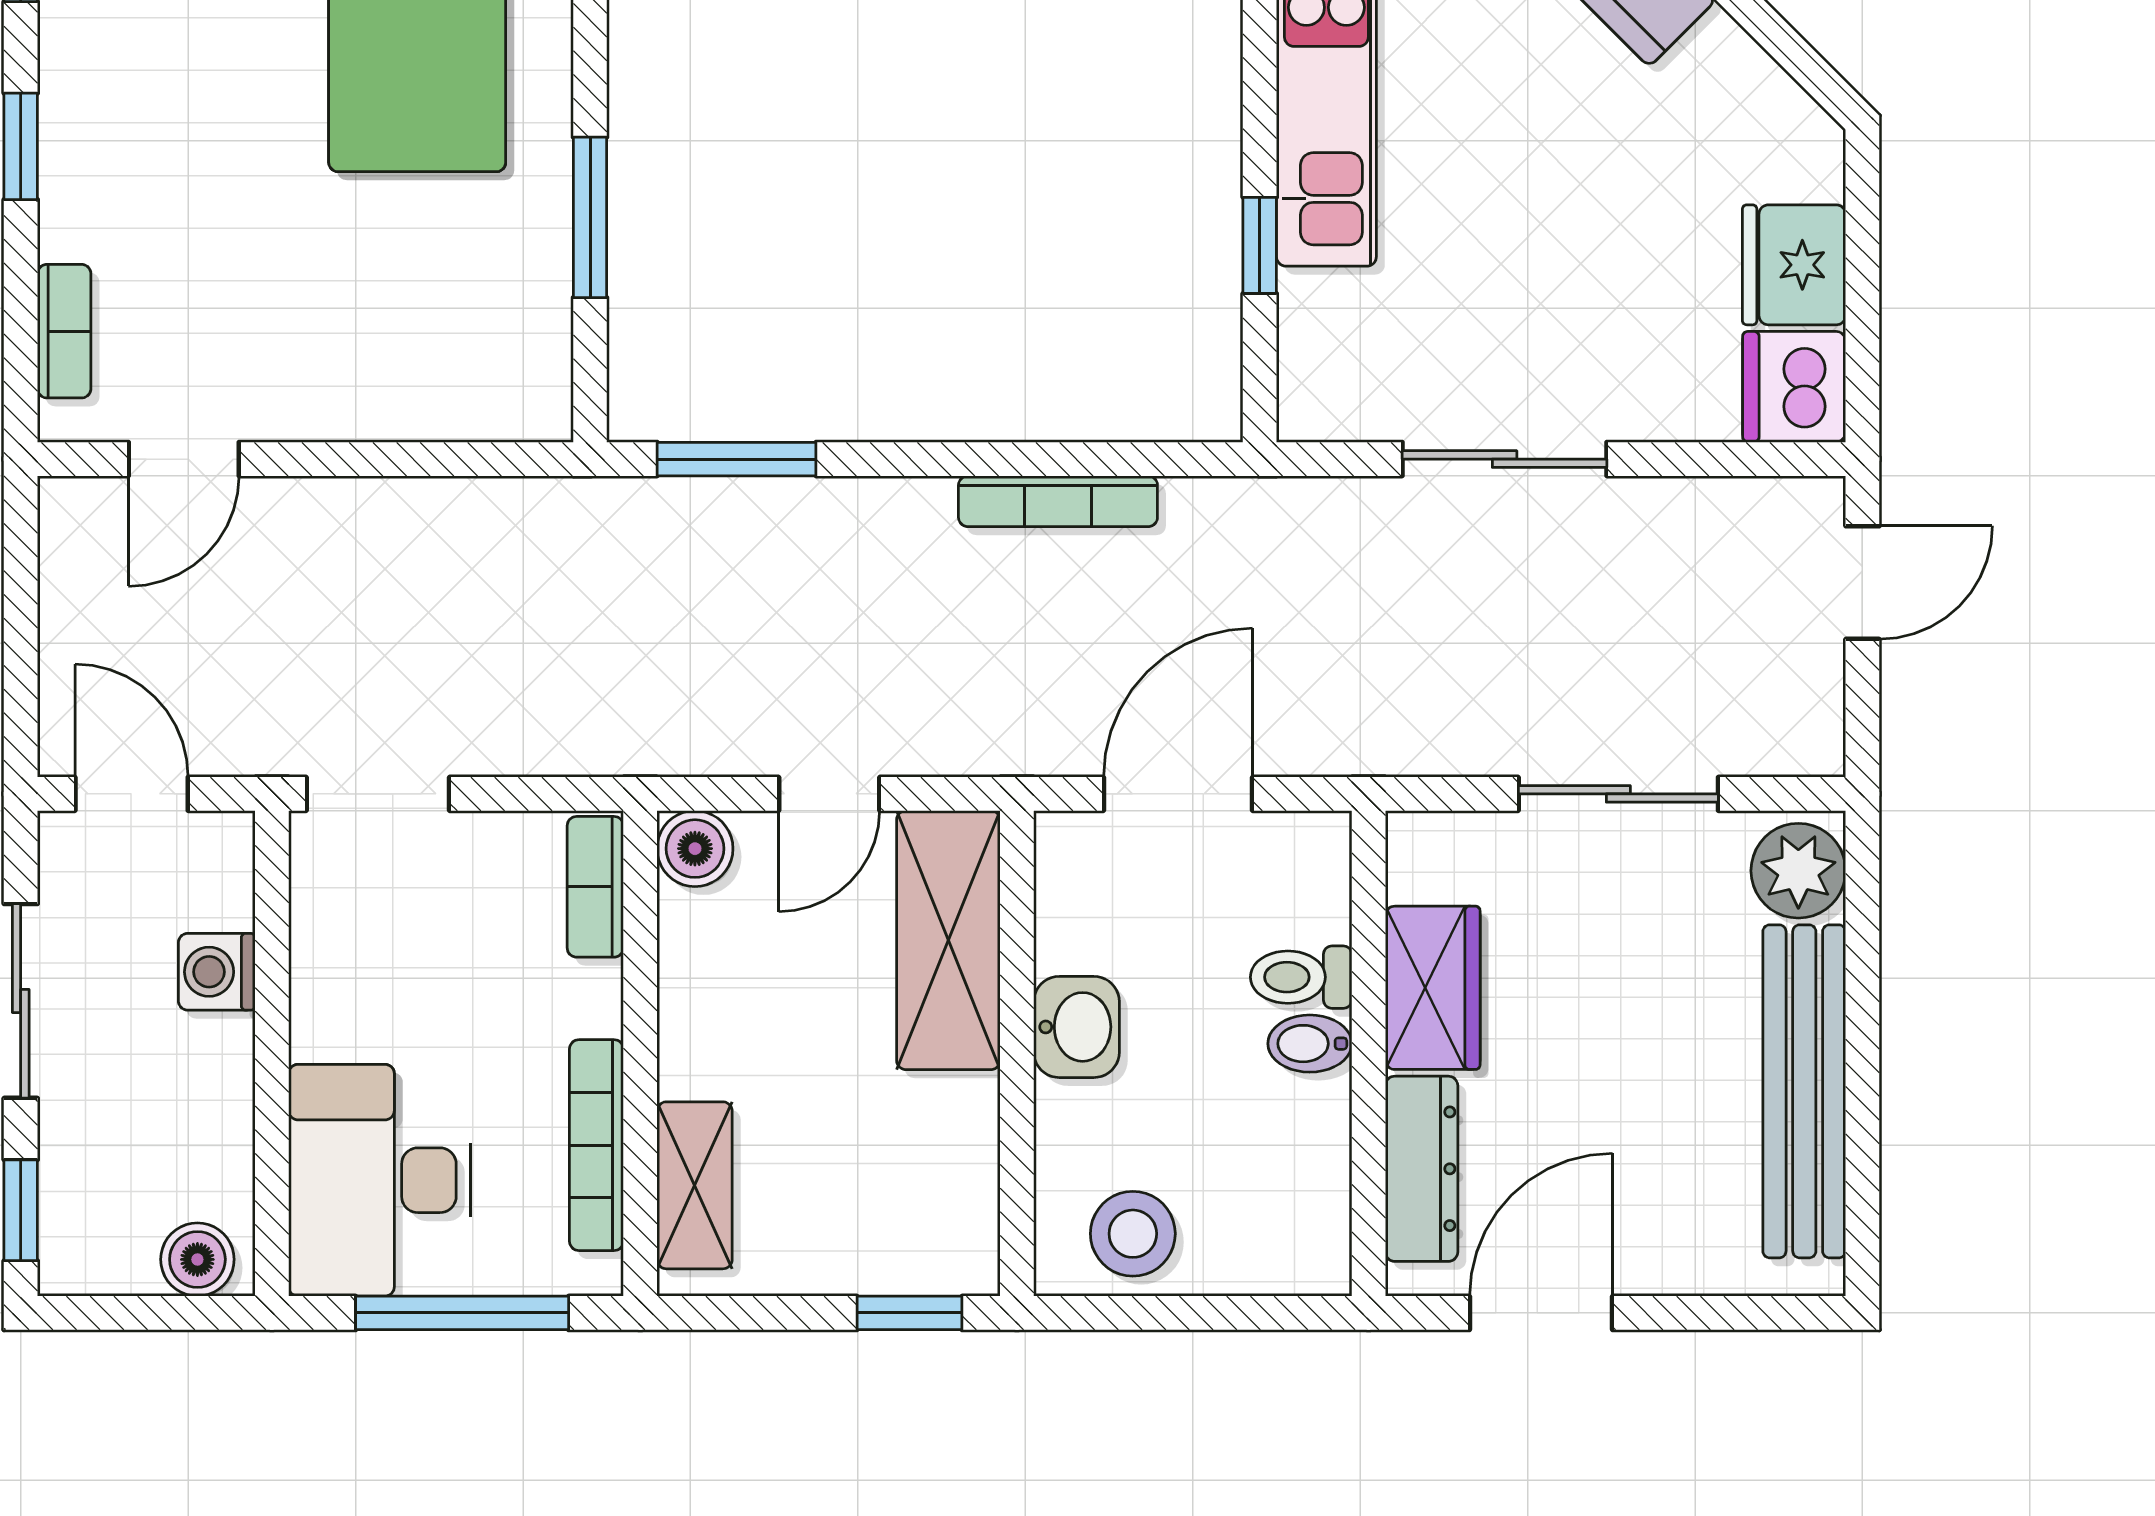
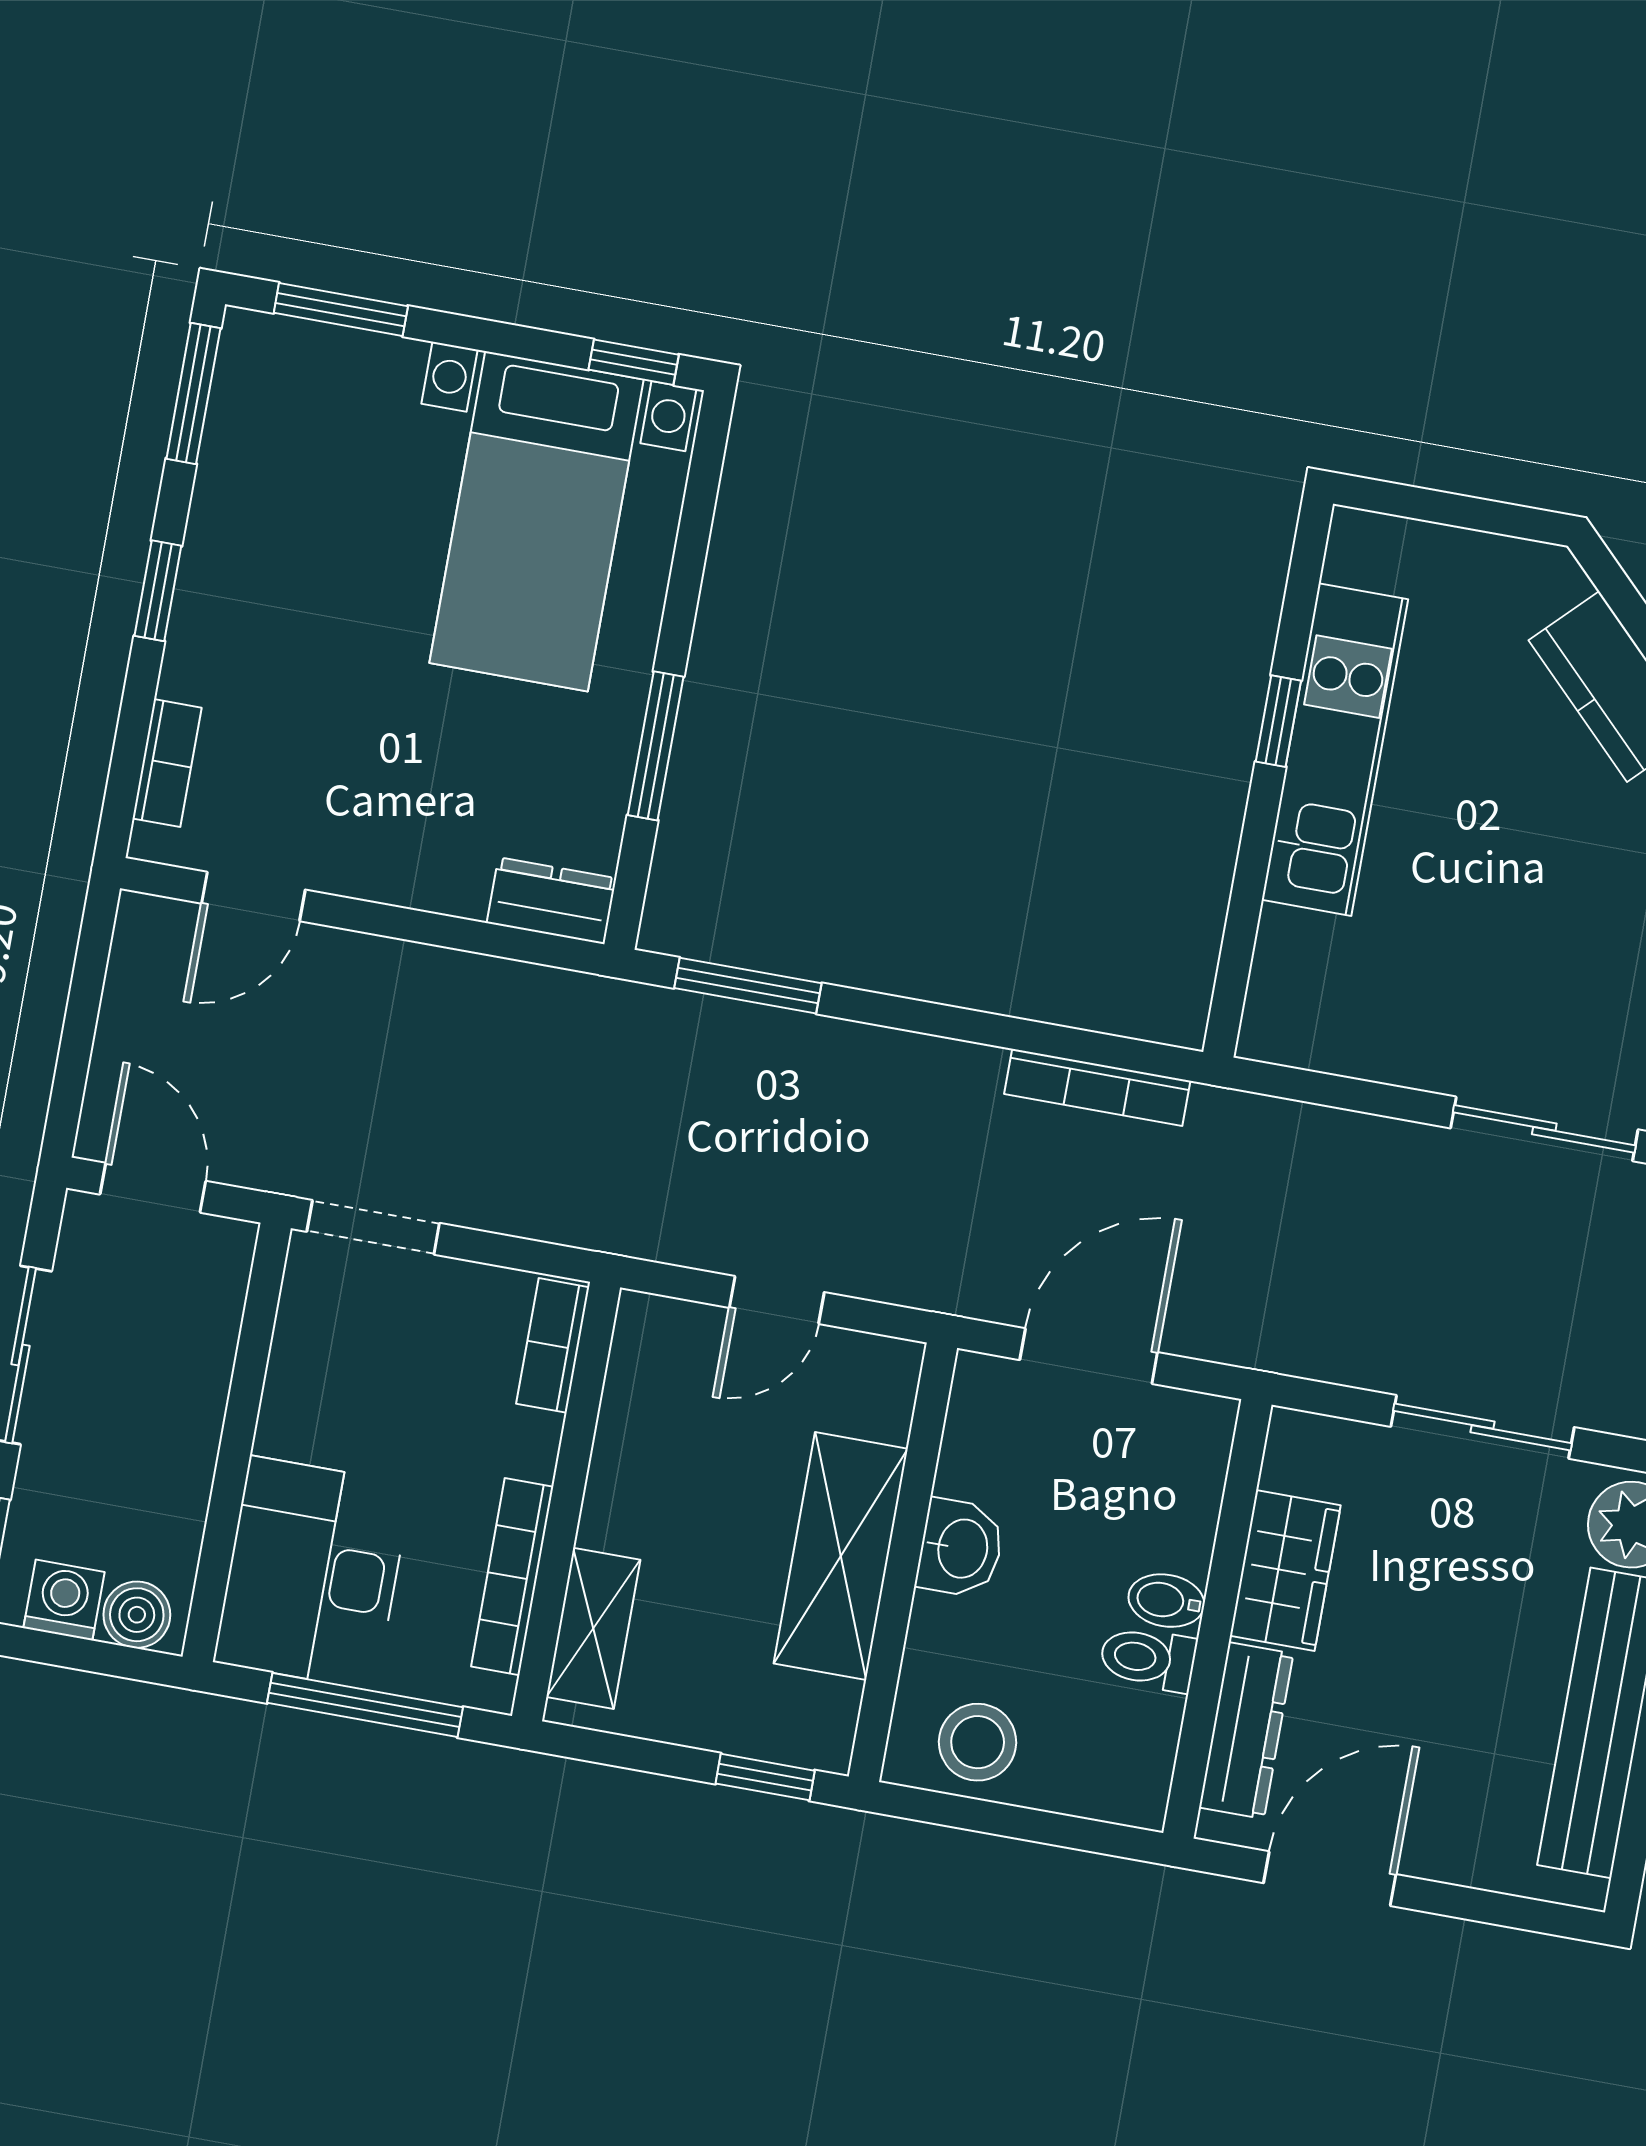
window: (1260, 245) -> (1278, 721), moved
dresser: (507, 405) -> (552, 901), added
sliding door: (1505, 459) -> (1544, 1129), moved
bookcase: (1058, 501) -> (1097, 1087), moved
boiler: (695, 849) -> (648, 1327), removed
shelving: (948, 940) -> (841, 1556), moved
washing machine: (217, 972) -> (64, 1600), moved, turned 90
toilet: (1301, 977) -> (1148, 1659), moved

